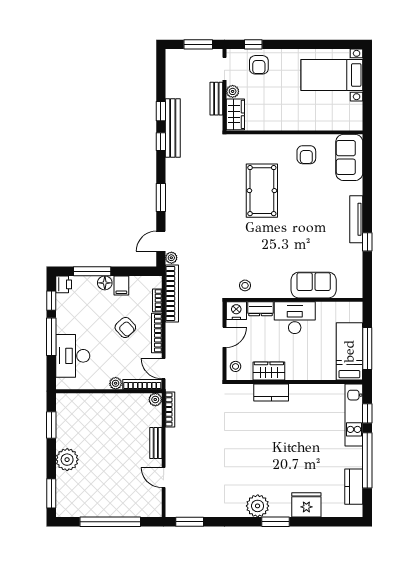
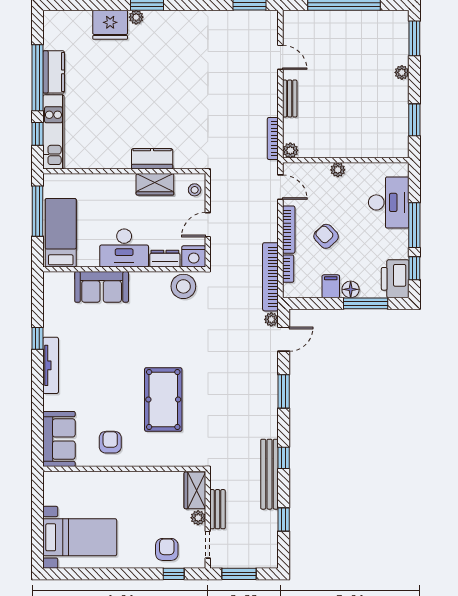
window: (161, 111) -> (284, 520), moved
printer: (64, 284) -> (395, 279), width x1.87, depth x1.48
stool: (245, 285) -> (183, 286), width x1.89, depth x1.89
bed: (349, 351) -> (61, 233), moved, turned 180
bookcase: (142, 384) -> (306, 168), removed
plant: (67, 460) -> (402, 72), width x0.53, depth x0.53
kitchen counter: (354, 487) -> (54, 72), moved
plant: (258, 506) -> (136, 17), moved, width x0.53, depth x0.53

